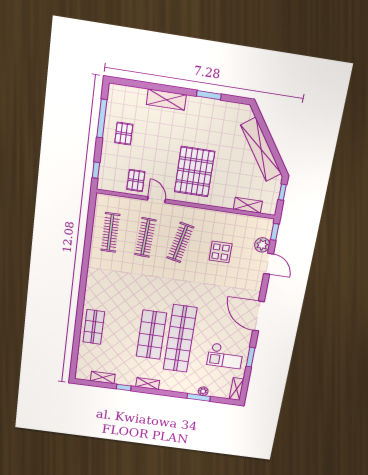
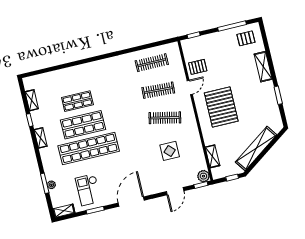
pallet: (124, 134) -> (246, 38), moved
pallet: (195, 172) -> (221, 107), turned 90
plant: (262, 245) -> (203, 176), moved
shop shelf: (94, 327) -> (77, 101), moved

